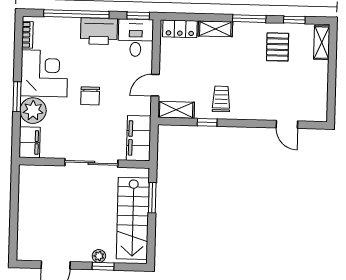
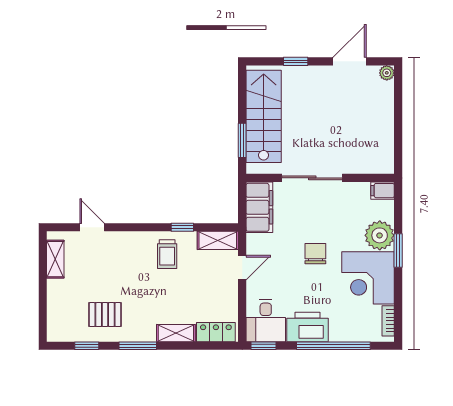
shelving: (322, 43) -> (55, 259), moved
pallet: (278, 47) -> (105, 315), turned 90
filing cabinet: (30, 142) -> (383, 191), width x0.50
plant: (99, 256) -> (387, 73), moved

